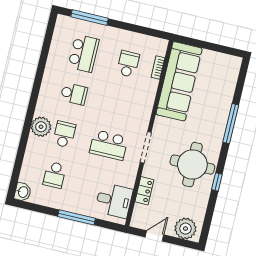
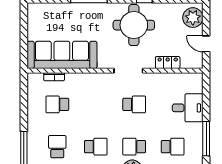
school desk: (84, 53) -> (57, 147), width x0.54
school desk: (74, 94) -> (96, 147), turned 90
school desk: (109, 145) -> (134, 104), width x0.54
desk: (114, 200) -> (188, 108), moved, turned 90
window: (77, 217) -> (206, 139), moved

